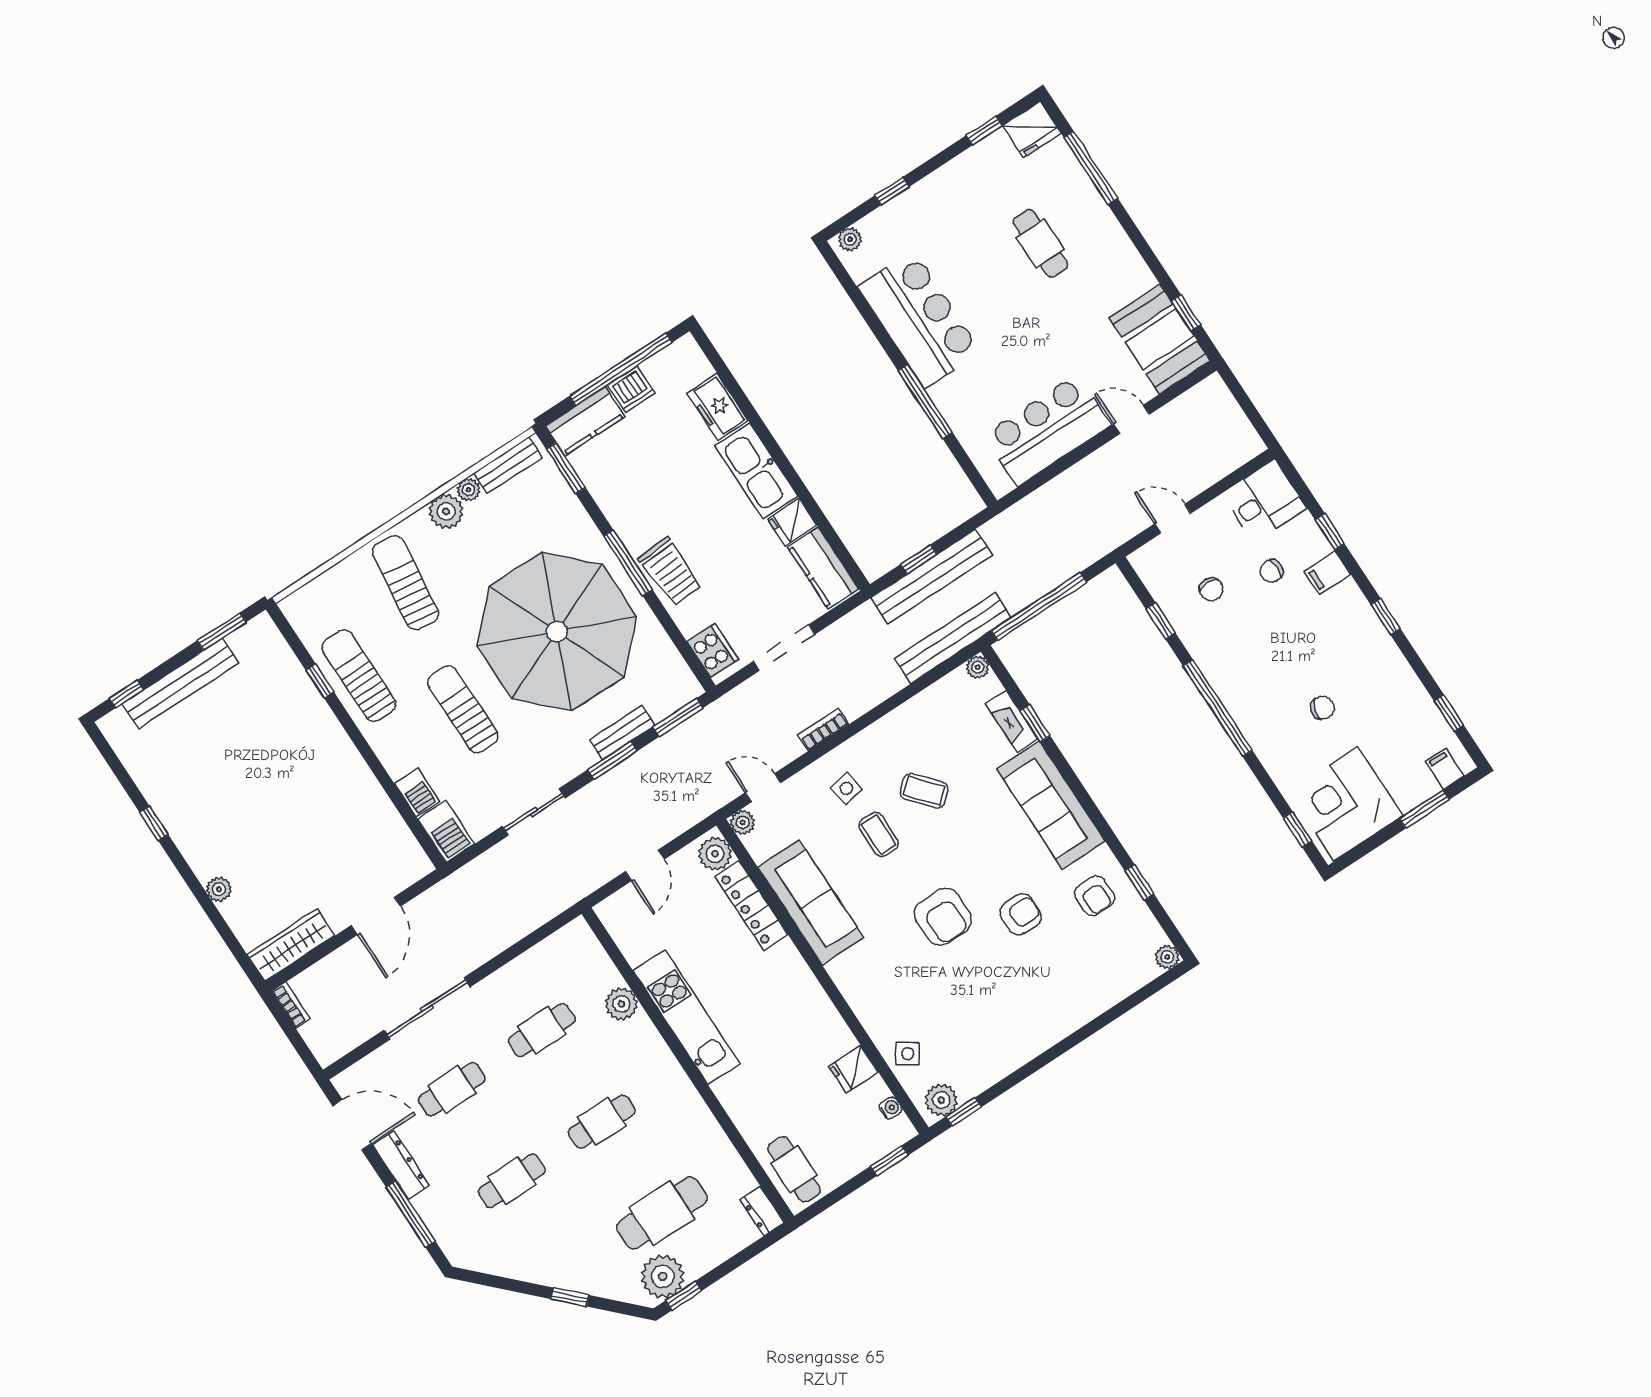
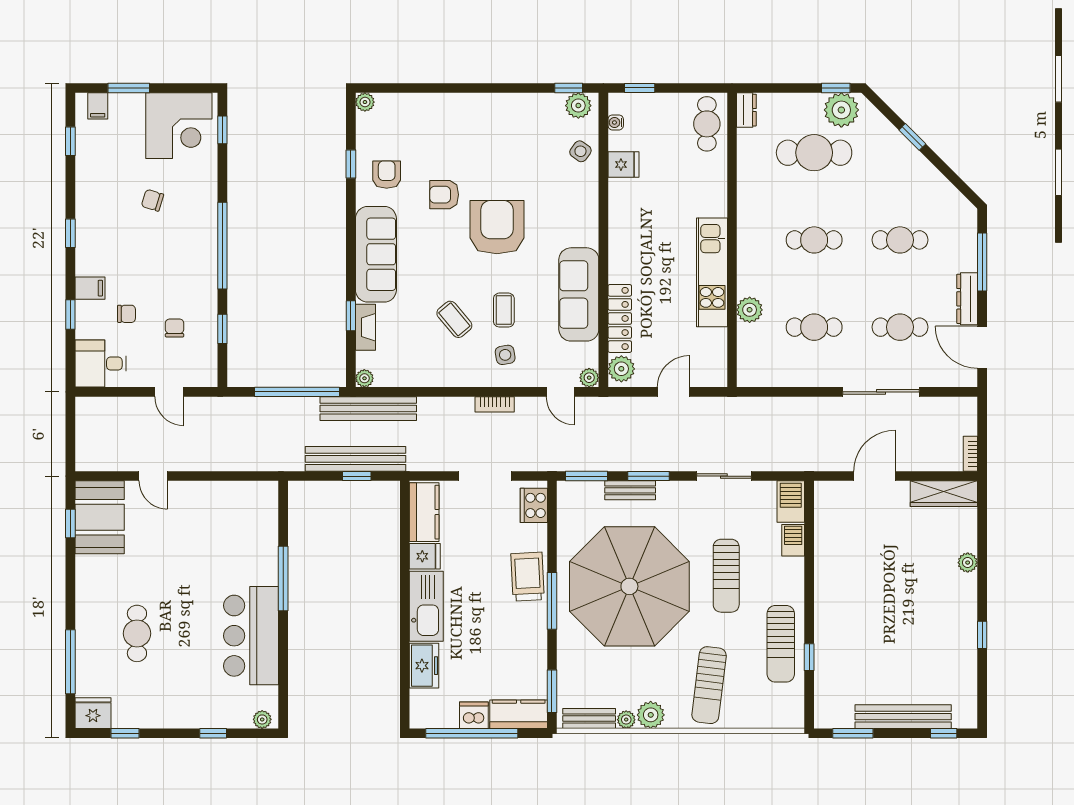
bar counter: (1047, 430) -> (214, 506), removed
armchair: (943, 917) -> (497, 227), width x1.36, depth x1.36

